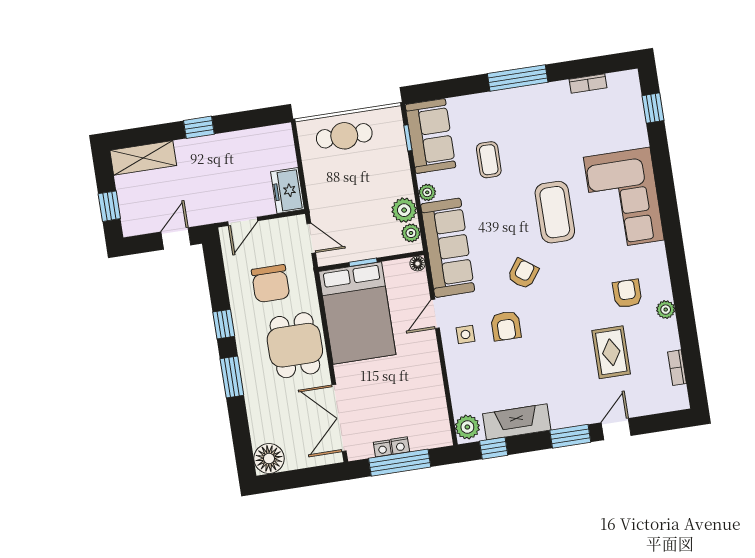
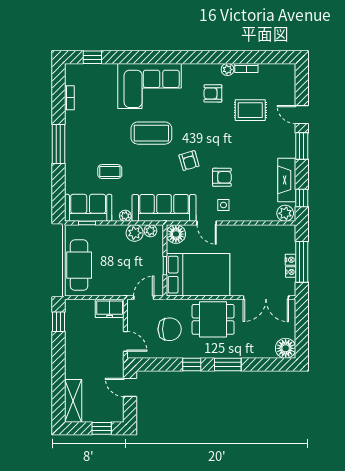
window: (199, 127) -> (58, 322), moved
cafe table: (344, 136) -> (79, 265), width x1.37, depth x1.35
floor lamp: (418, 264) -> (176, 234), width x1.89, depth x1.89
armchair: (523, 274) -> (189, 161), turned -142
bookcase: (677, 368) -> (246, 68), moved

